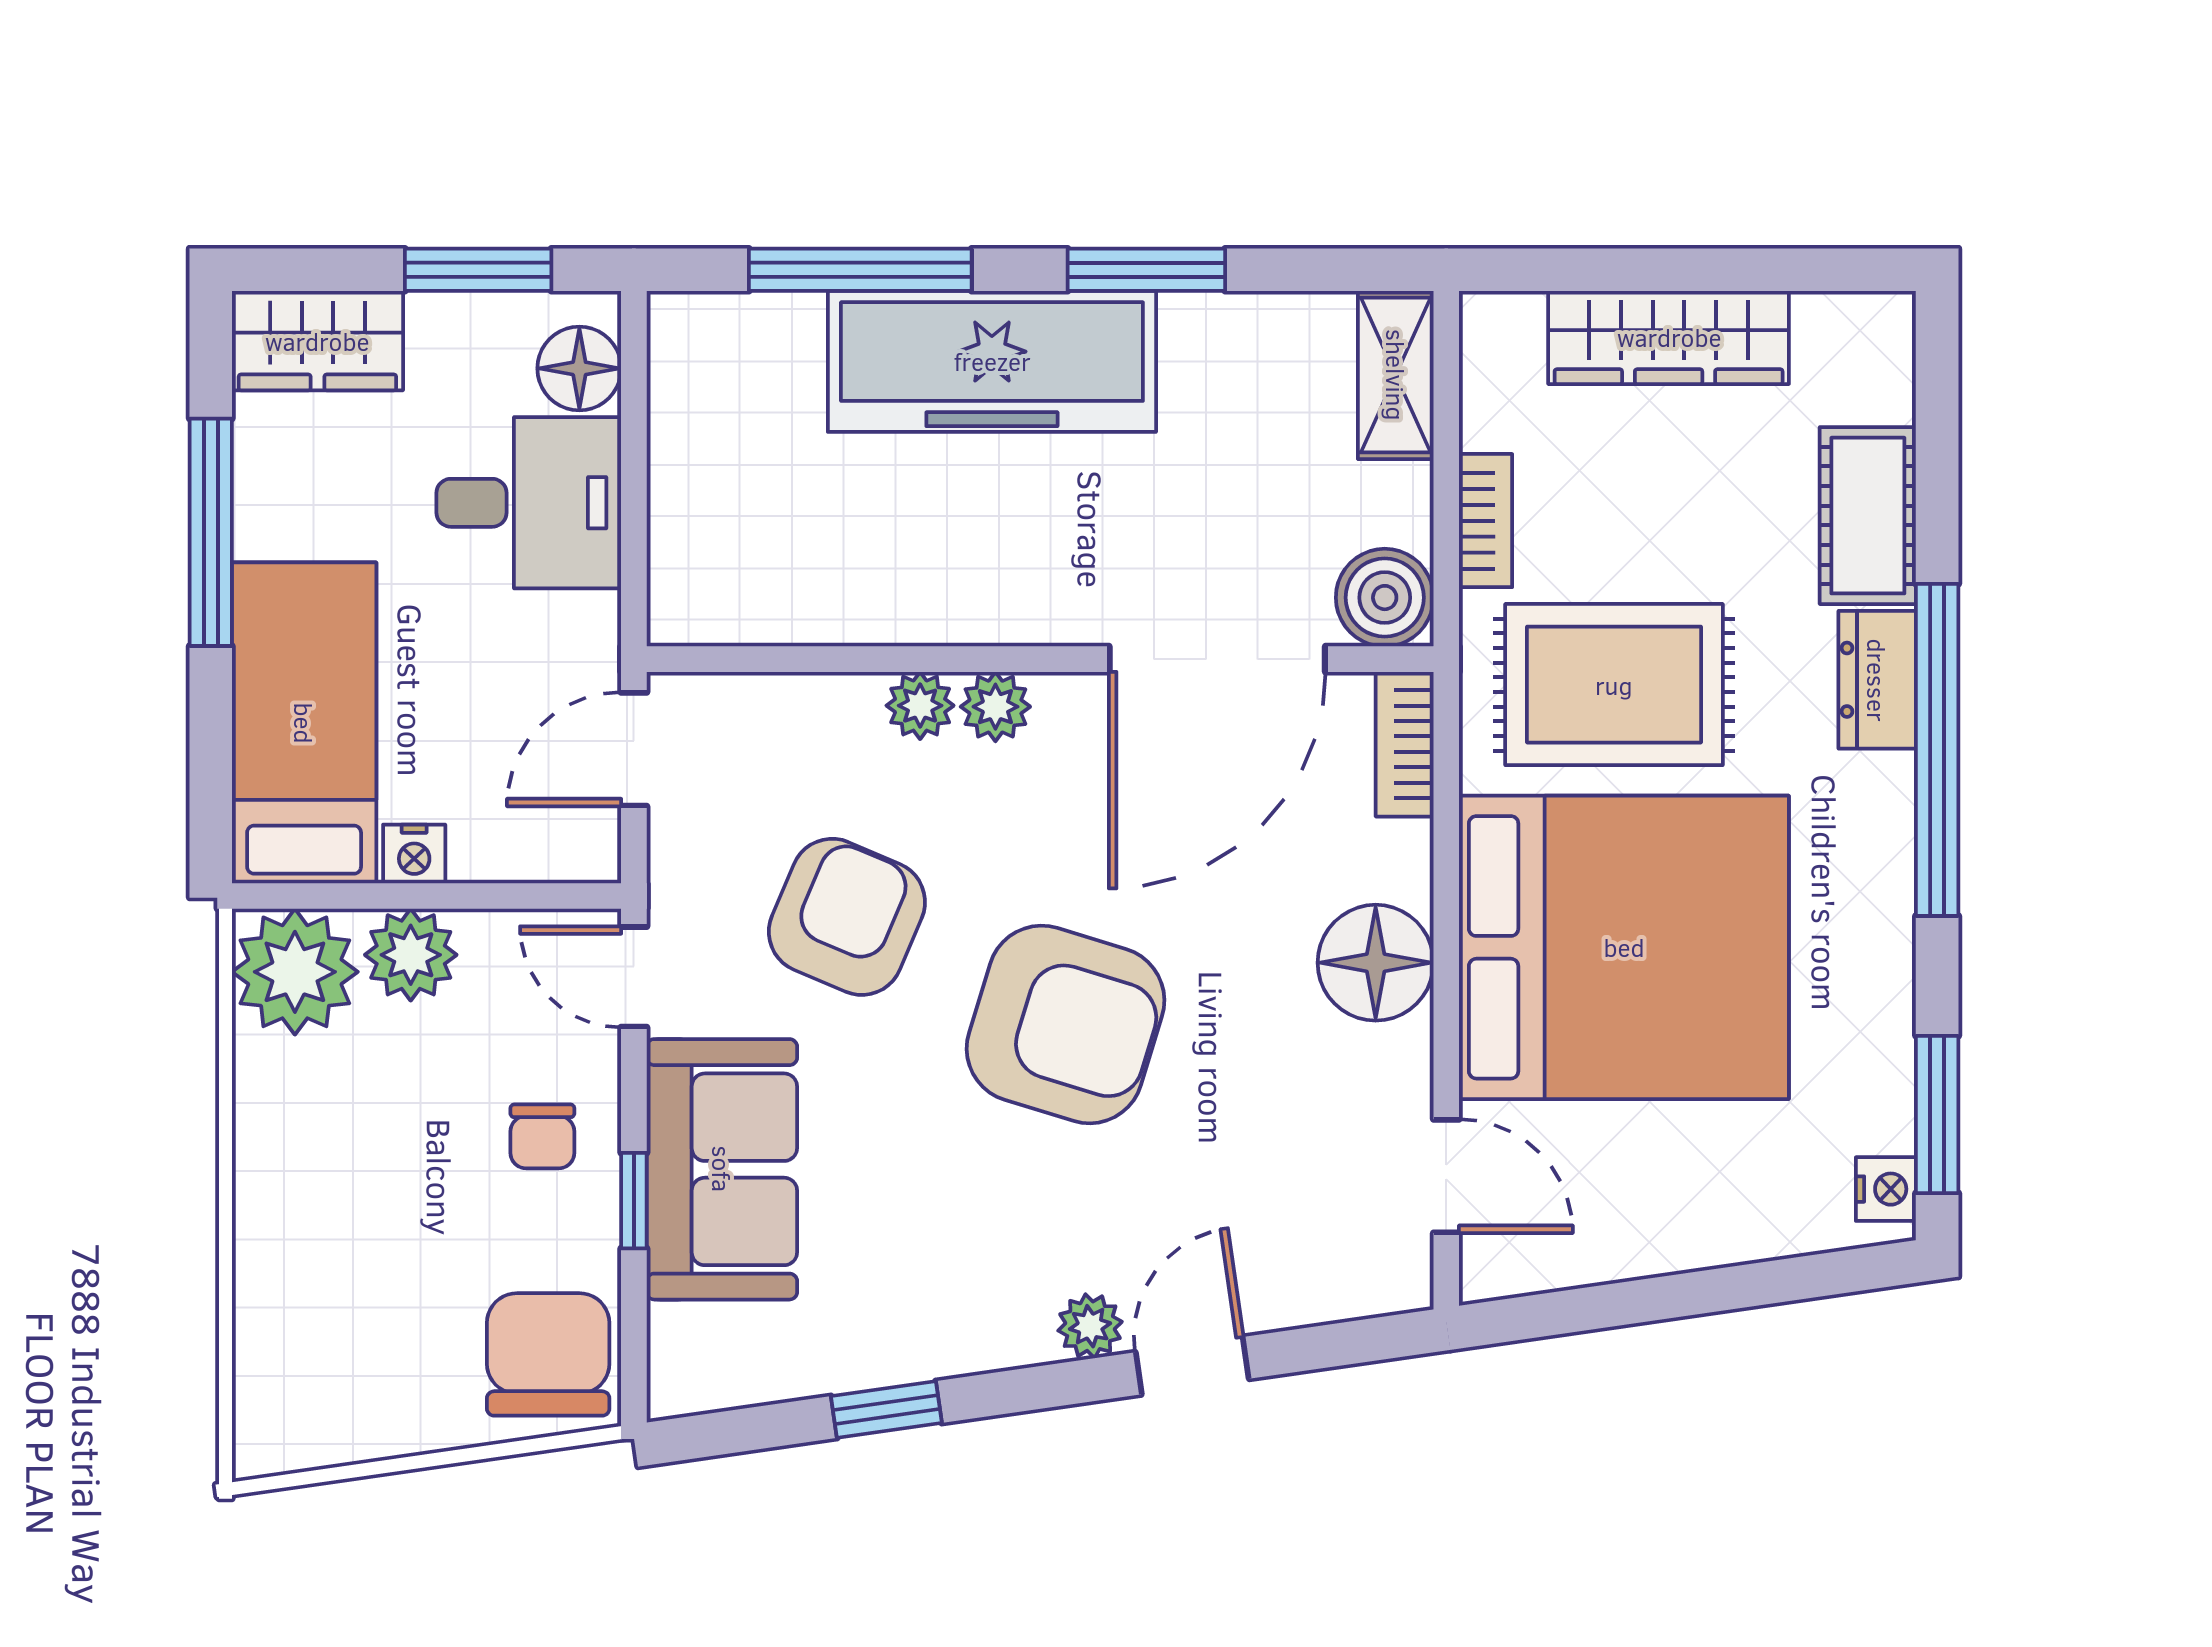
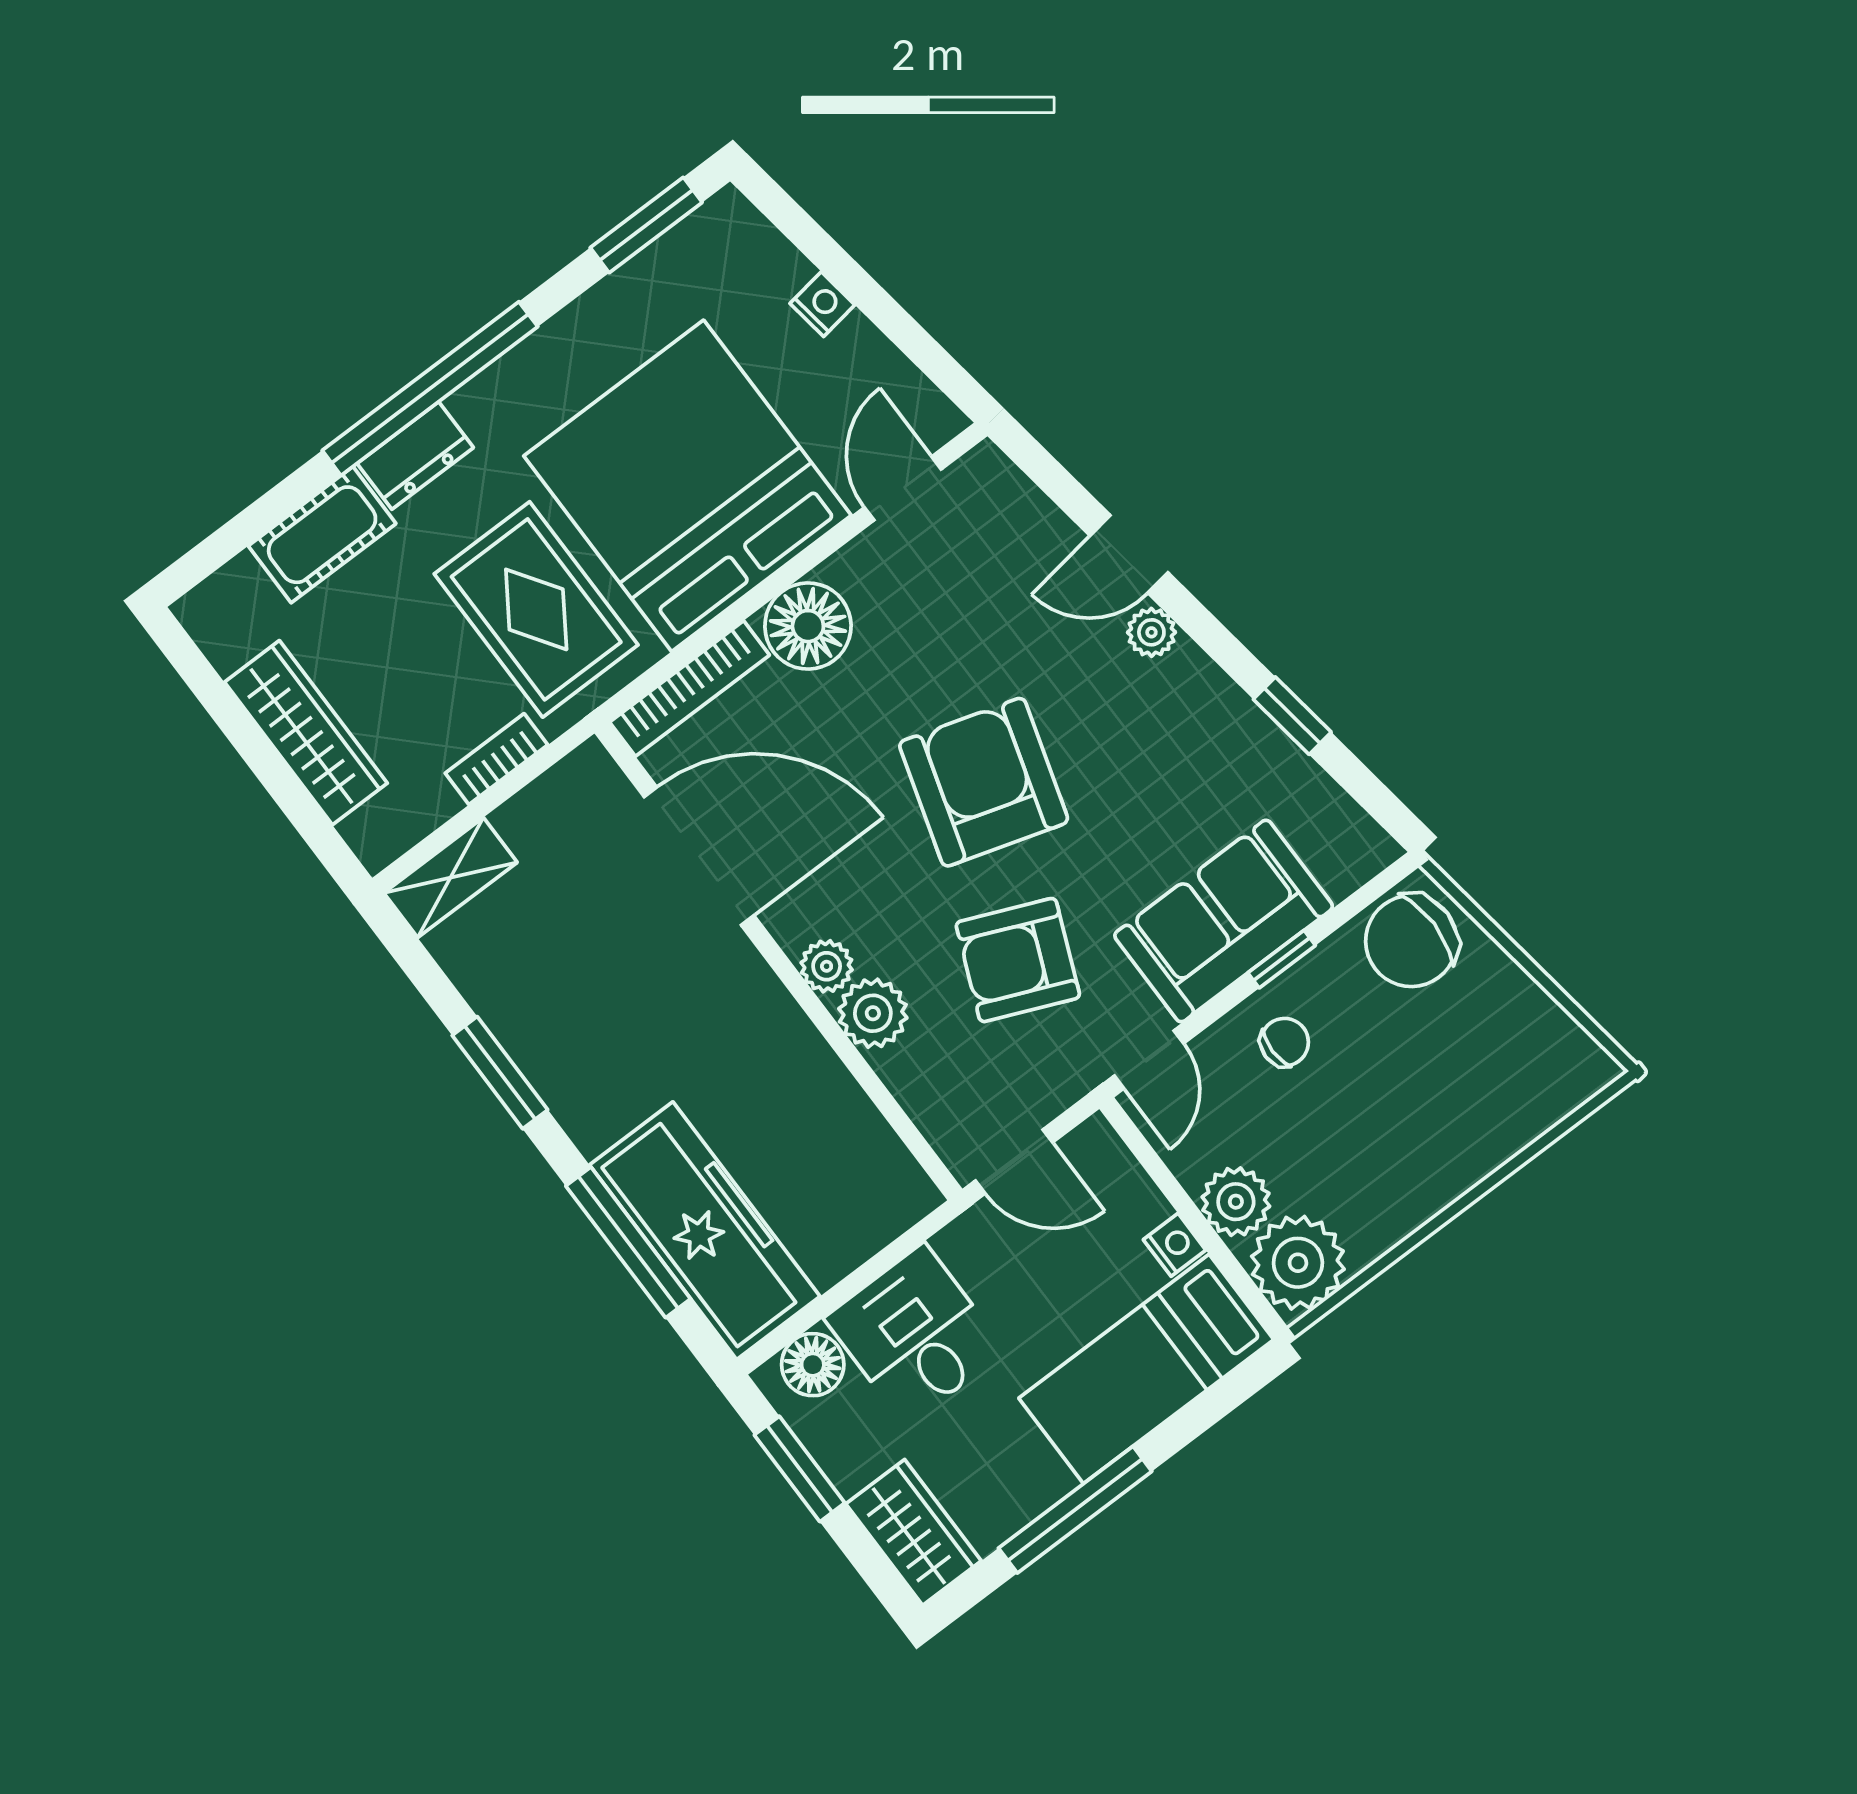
freezer: (992, 361) -> (705, 1231), moved
boiler: (1385, 598) -> (587, 784), removed
plant: (920, 706) -> (873, 1013), width x1.38, depth x1.38
bookcase: (1405, 744) -> (689, 689), width x1.56
nightstand: (1886, 1189) -> (822, 304), moved, turned 82

